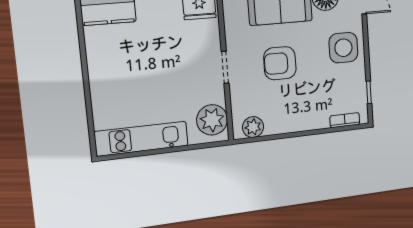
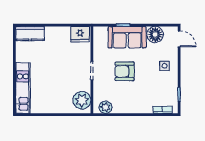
side table: (343, 48) -> (165, 66), width x0.54, depth x0.54
kitchen unit: (142, 139) -> (23, 88), moved, turned 90

